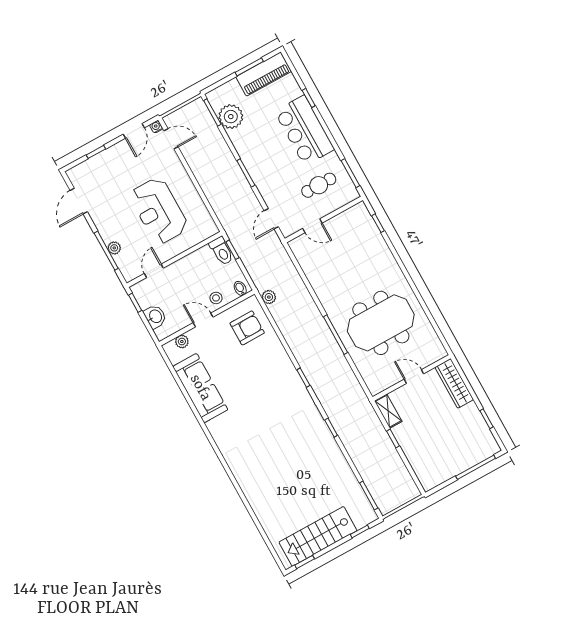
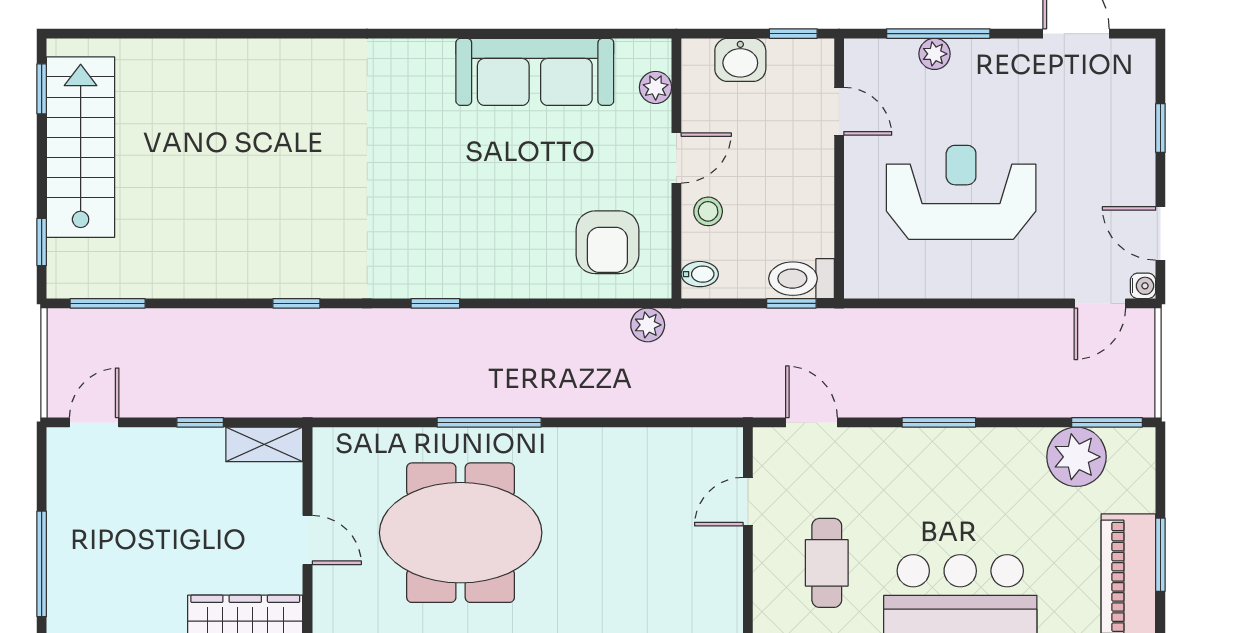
meeting table: (381, 323) -> (461, 533), turned 90
door: (414, 376) -> (308, 540), hinge flipped
door: (414, 477) -> (94, 422), added

